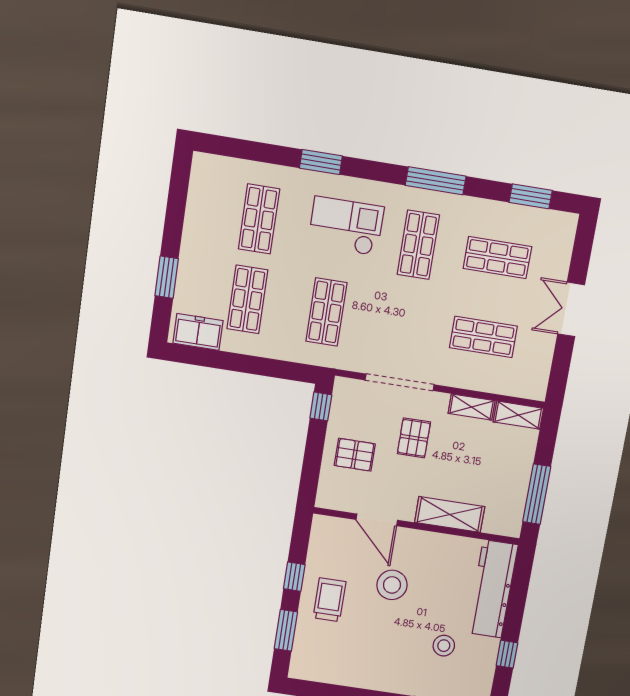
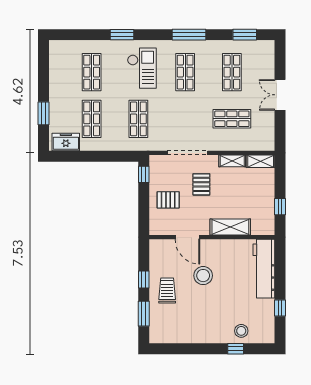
checkout: (346, 226) -> (142, 68), turned 90
shop shelf: (497, 258) -> (232, 72), turned 90
window: (537, 494) -> (280, 207), width x0.46
stool: (444, 646) -> (241, 331), moved

